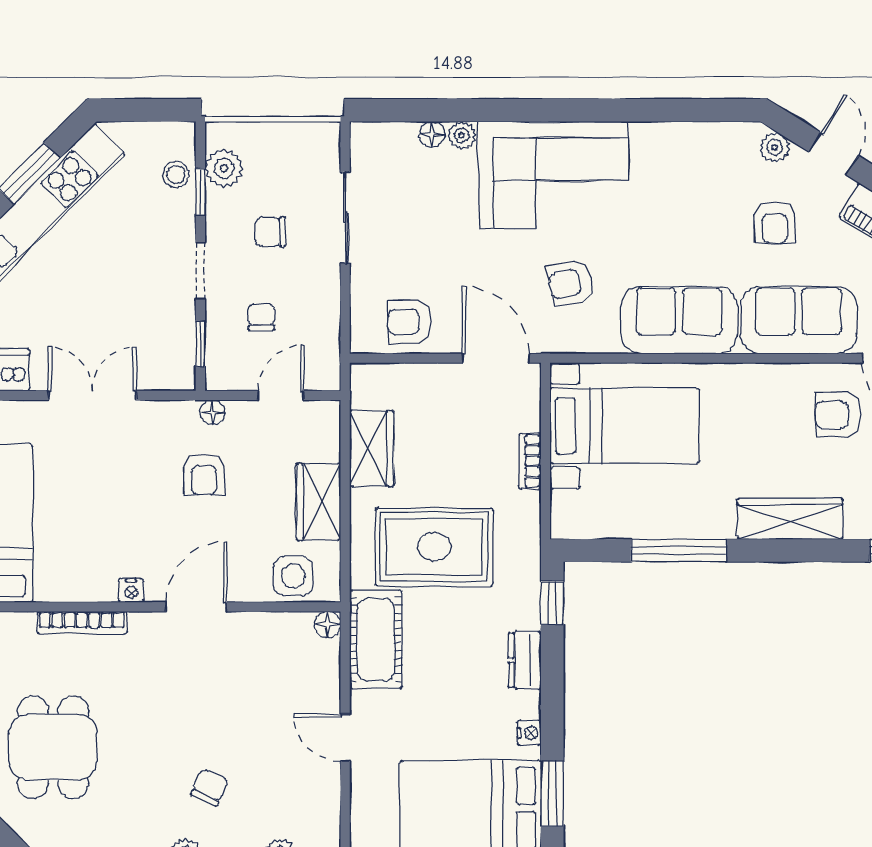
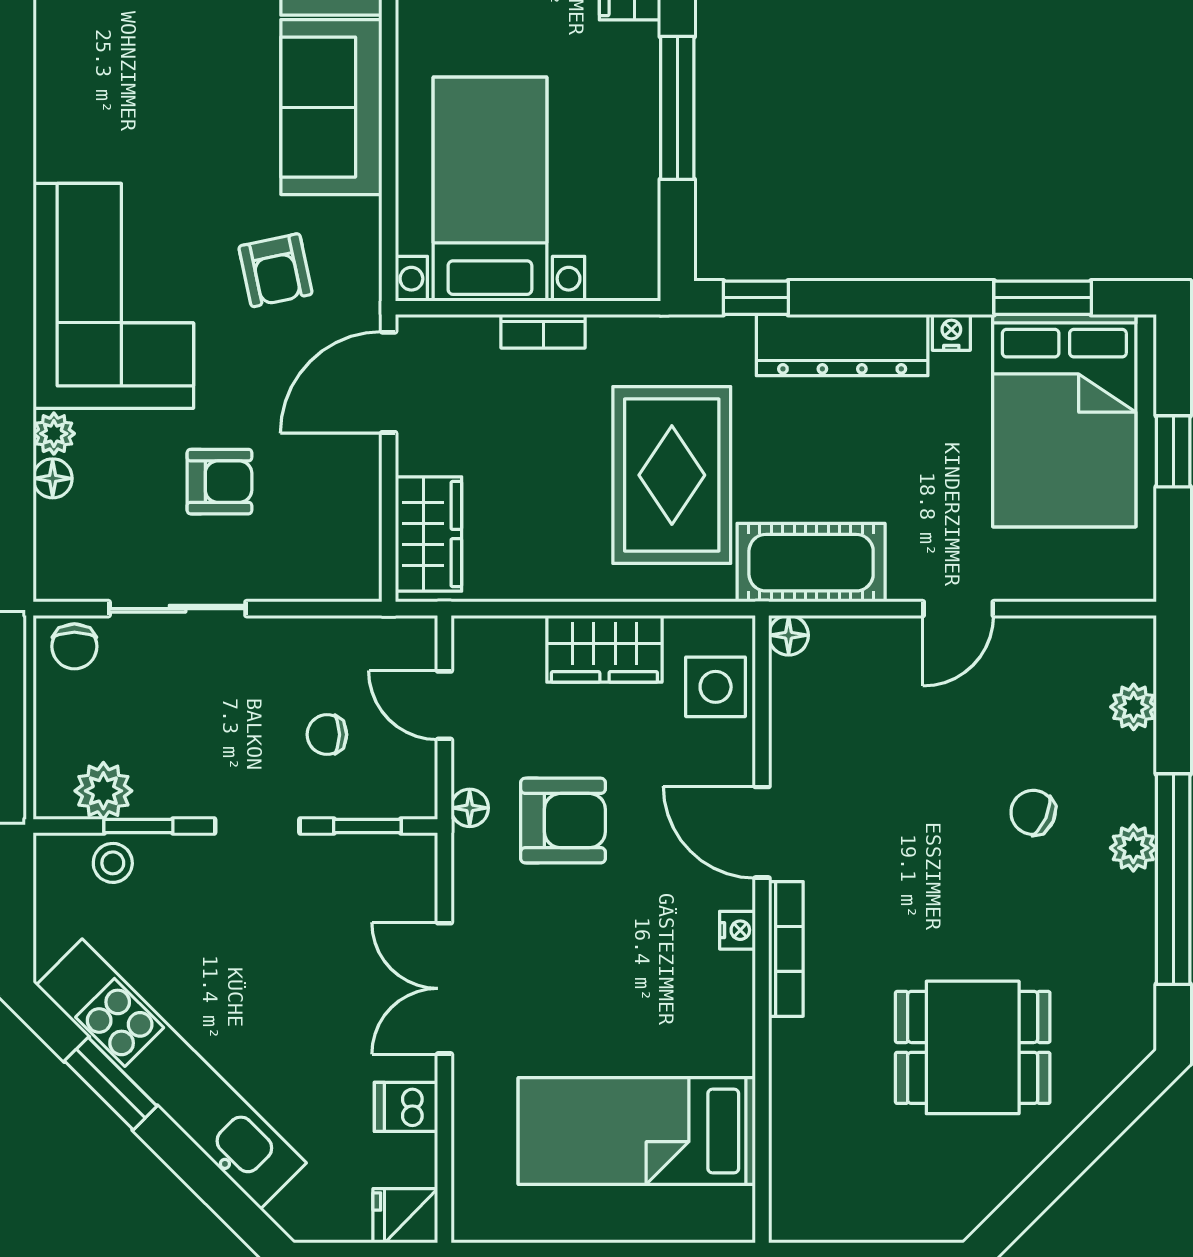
chair: (270, 232) -> (74, 646), moved
armchair: (410, 322) -> (219, 482), moved, turned -90
wardrobe: (372, 449) -> (428, 534), moved, turned 90
armchair: (204, 474) -> (563, 821), width x1.38, depth x1.38
bookcase: (82, 623) -> (786, 949), moved
dresser: (525, 660) -> (842, 345), width x1.96, depth x1.24

